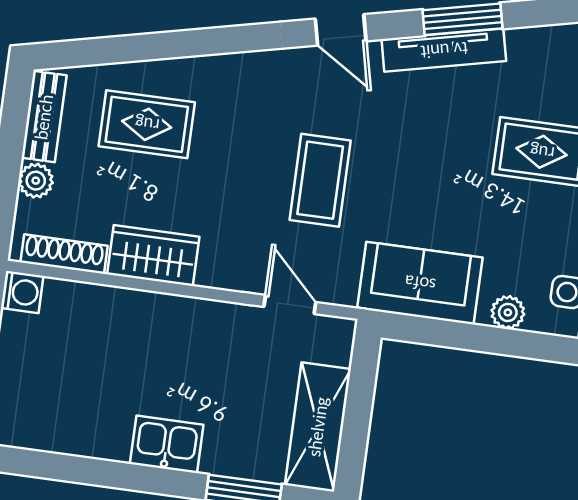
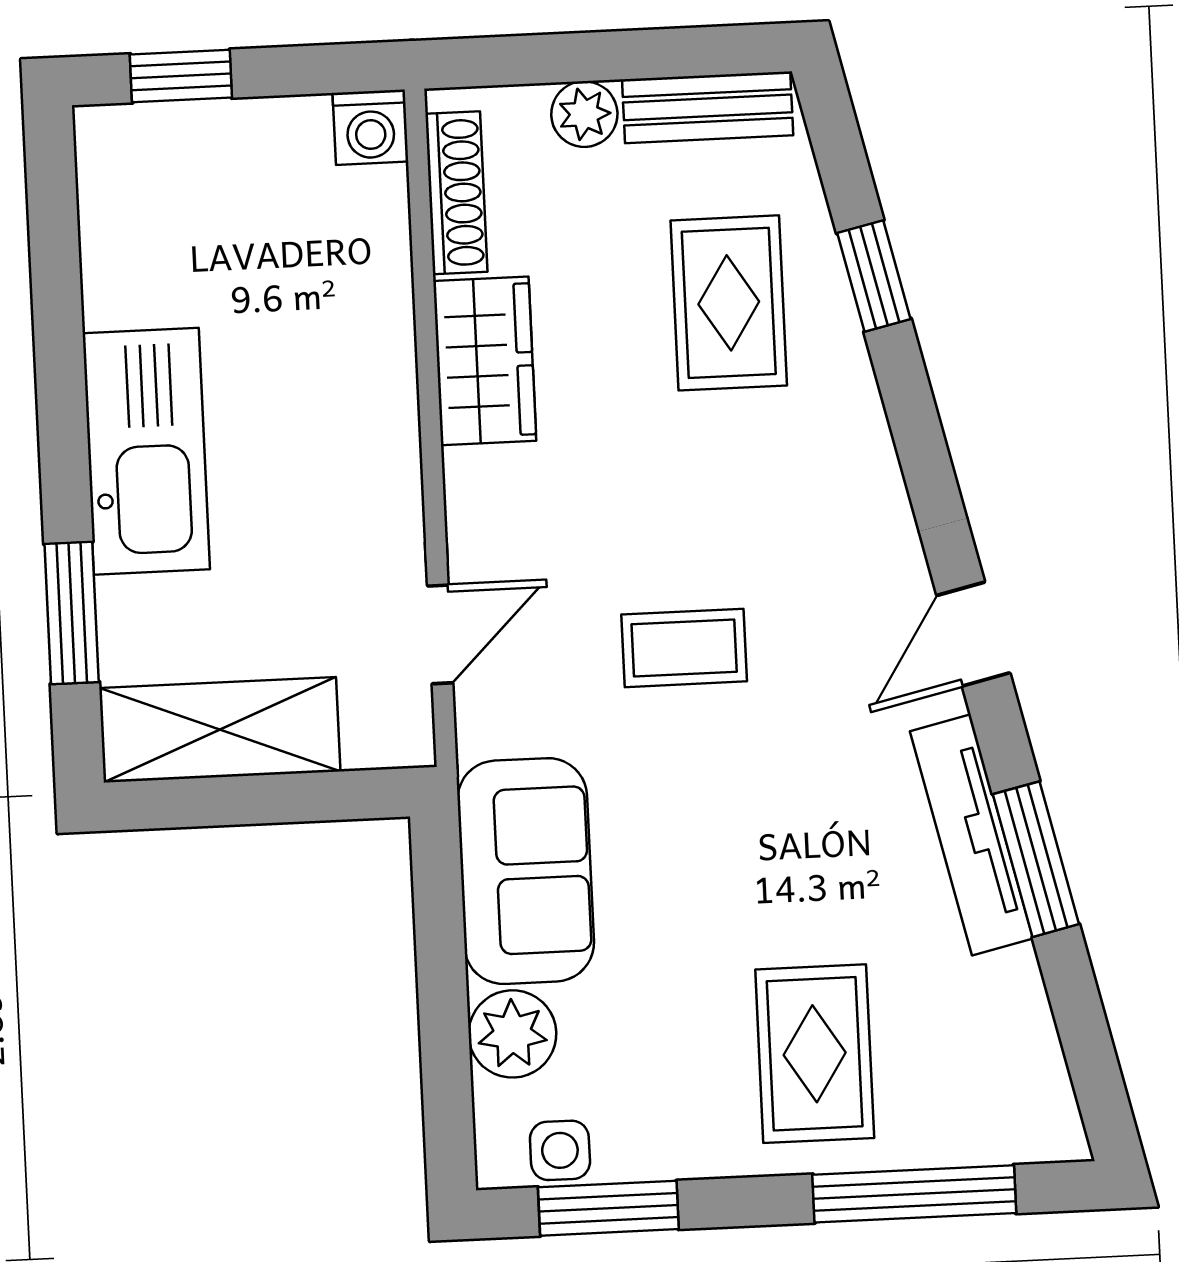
window: (147, 47) -> (874, 276), added
coffee table: (320, 180) -> (684, 648), width x0.73, depth x0.77
plant: (508, 312) -> (512, 1034), width x1.38, depth x1.38
kitchen sink: (167, 444) -> (146, 451), width x1.88, depth x1.24

